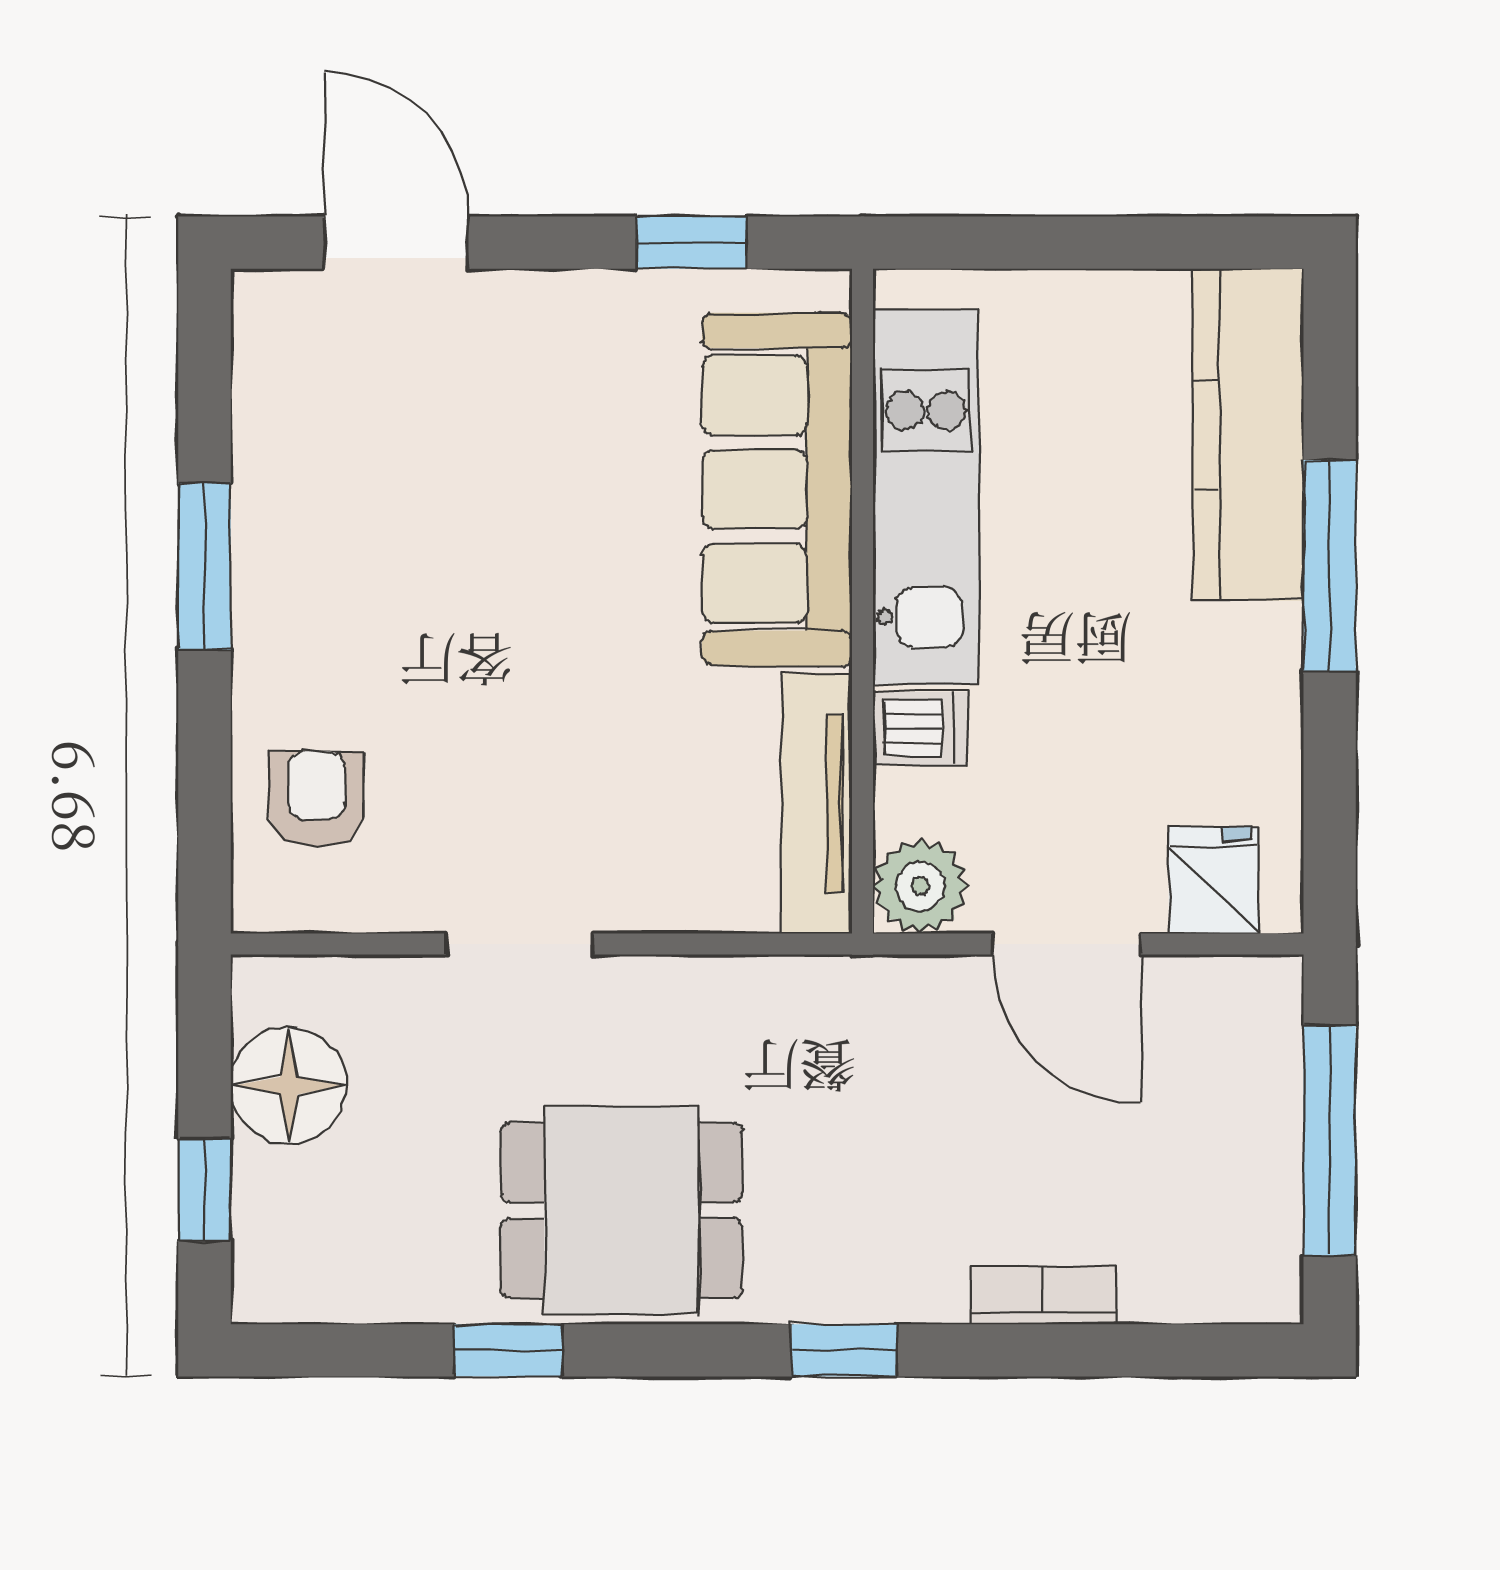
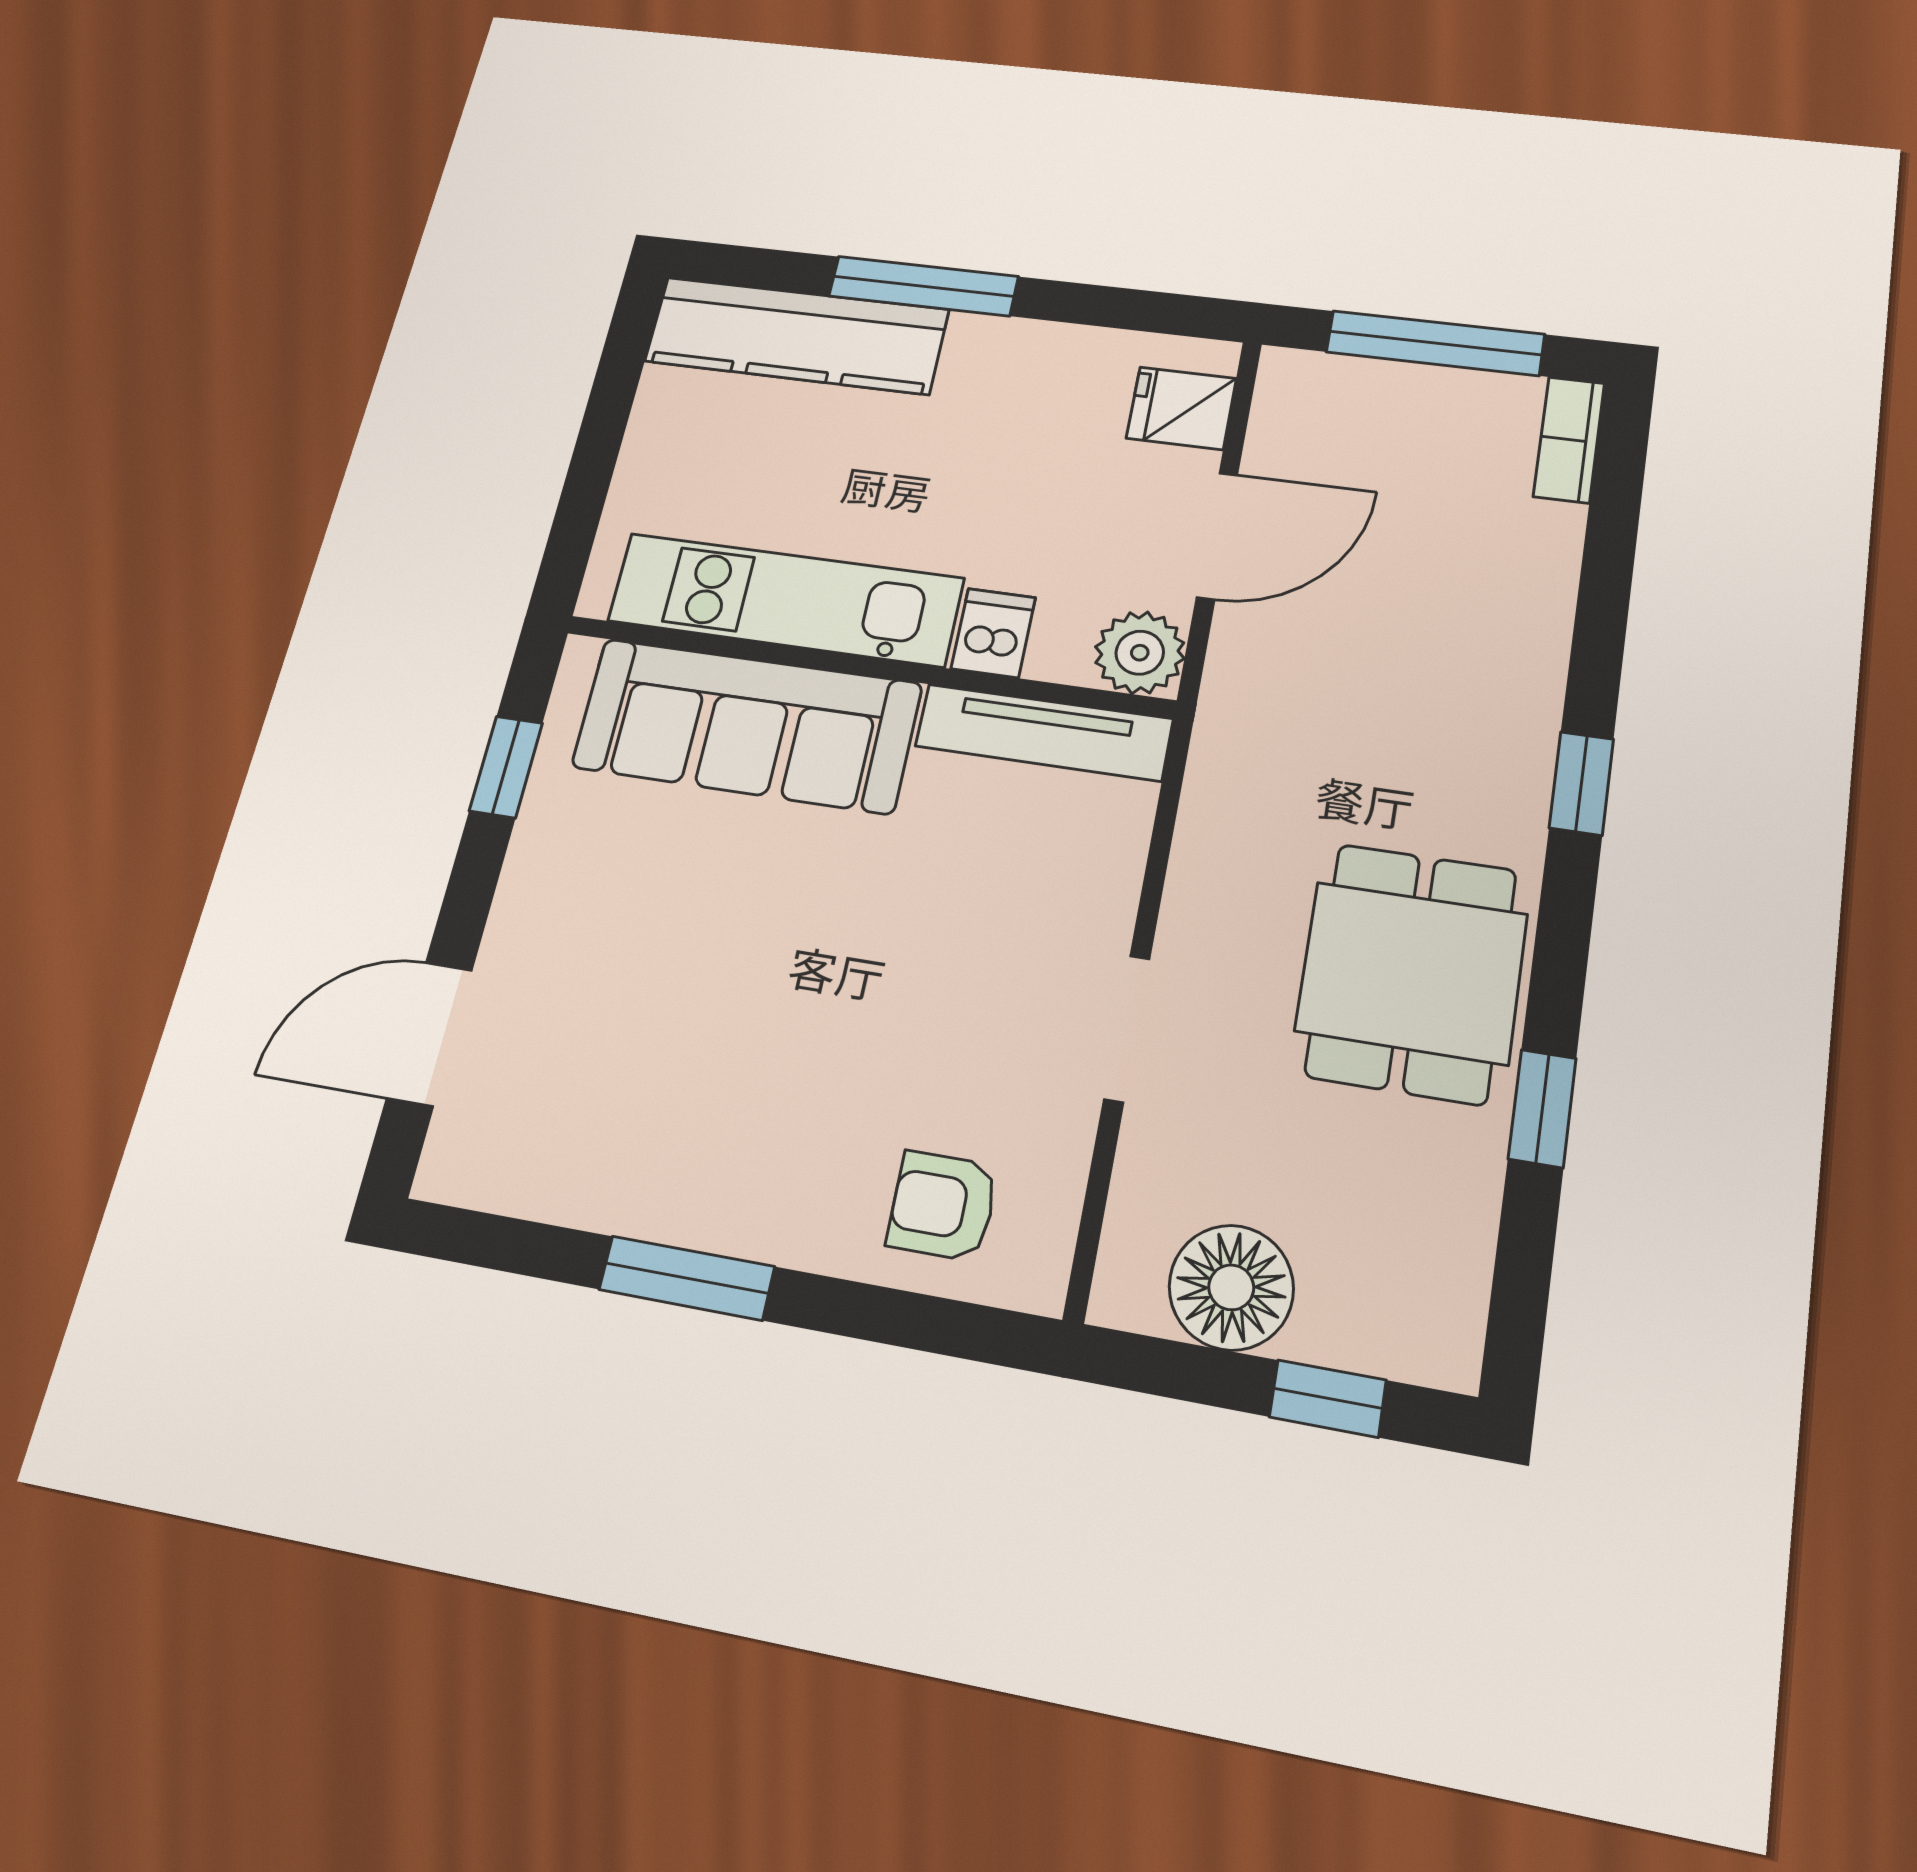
bookcase: (1043, 1295) -> (1569, 440), moved

